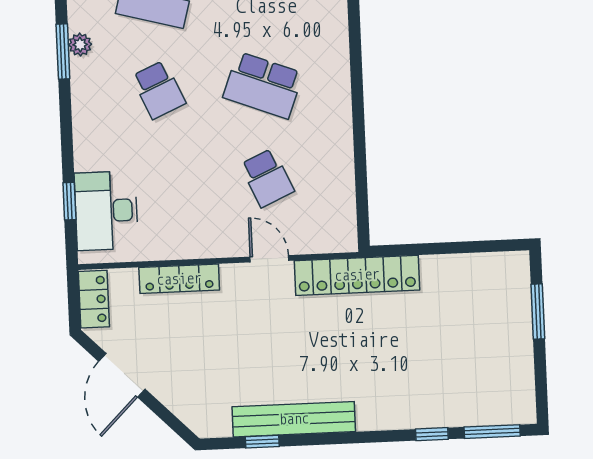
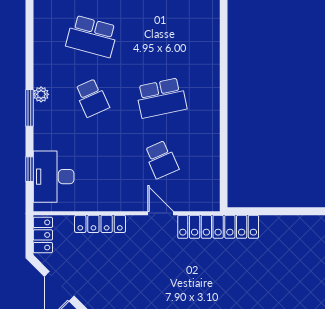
plant: (80, 45) -> (41, 94), moved
window: (63, 52) -> (29, 108), moved
school desk: (263, 85) -> (161, 98), turned -33

